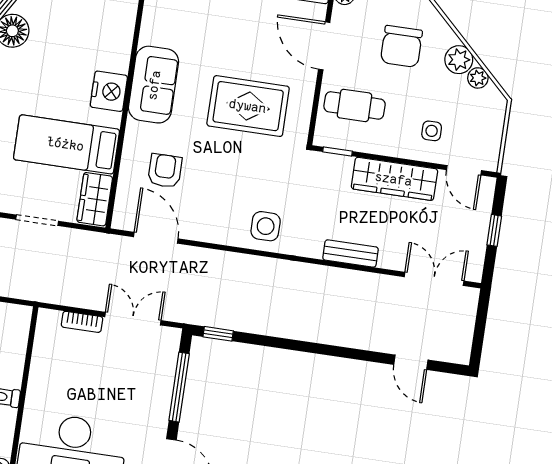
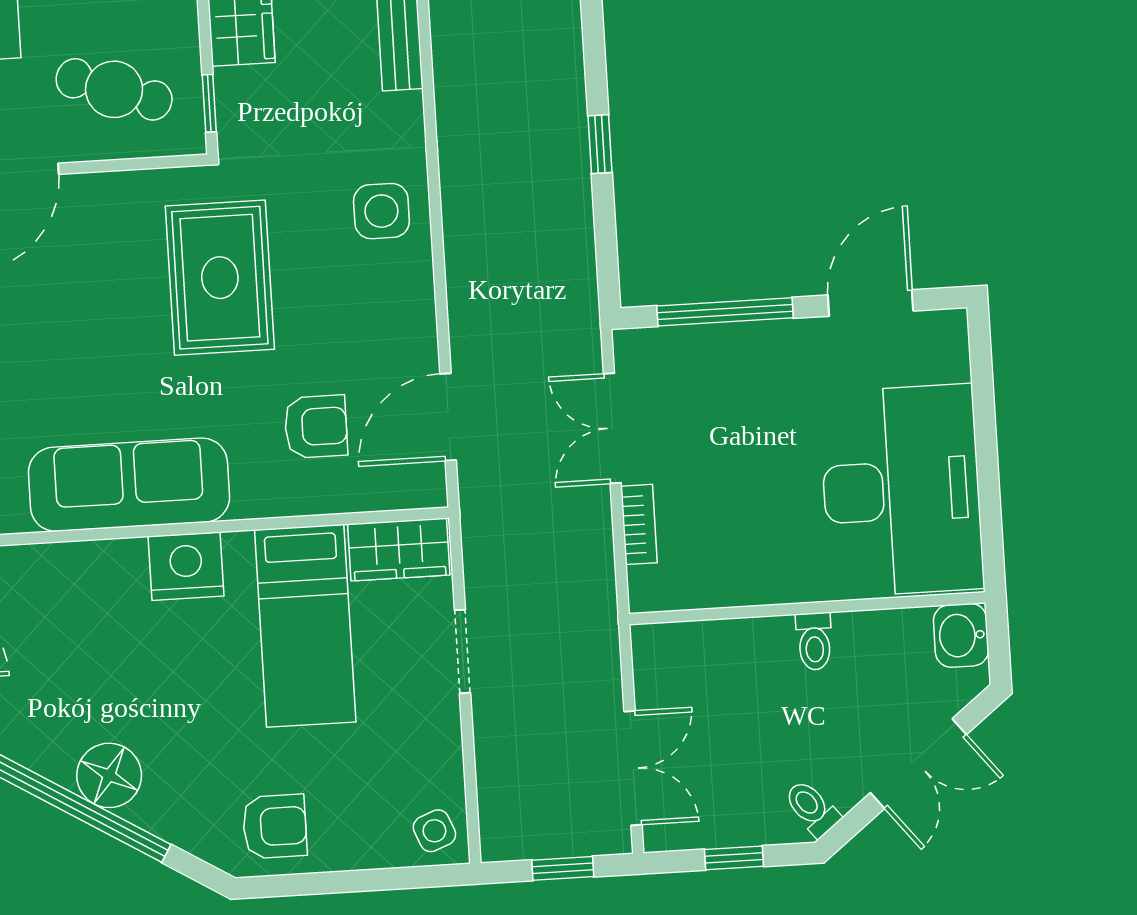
sofa: (154, 85) -> (129, 485), width x1.36
cafe table: (355, 105) -> (114, 89), turned -71
rug: (248, 106) -> (220, 278), moved
armchair: (165, 171) -> (316, 427), turned 180
window: (218, 334) -> (600, 144), moved

